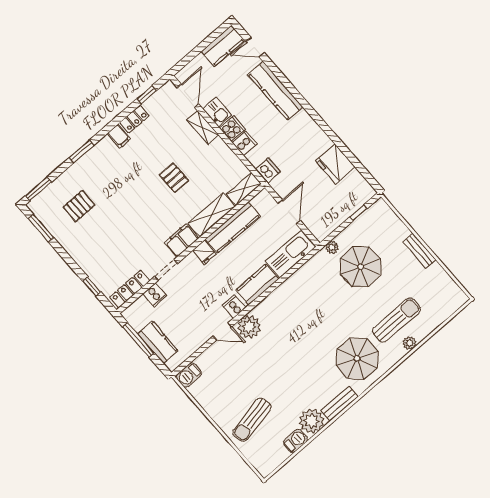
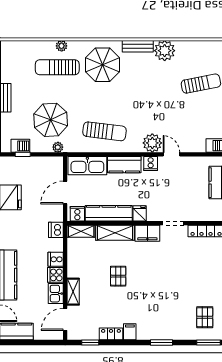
pallet: (79, 206) -> (205, 317), moved, turned 90
cooker: (155, 295) -> (77, 214), moved
sun lounger: (302, 299) -> (105, 131), added
barbecue: (295, 441) -> (20, 146), moved, turned 180

